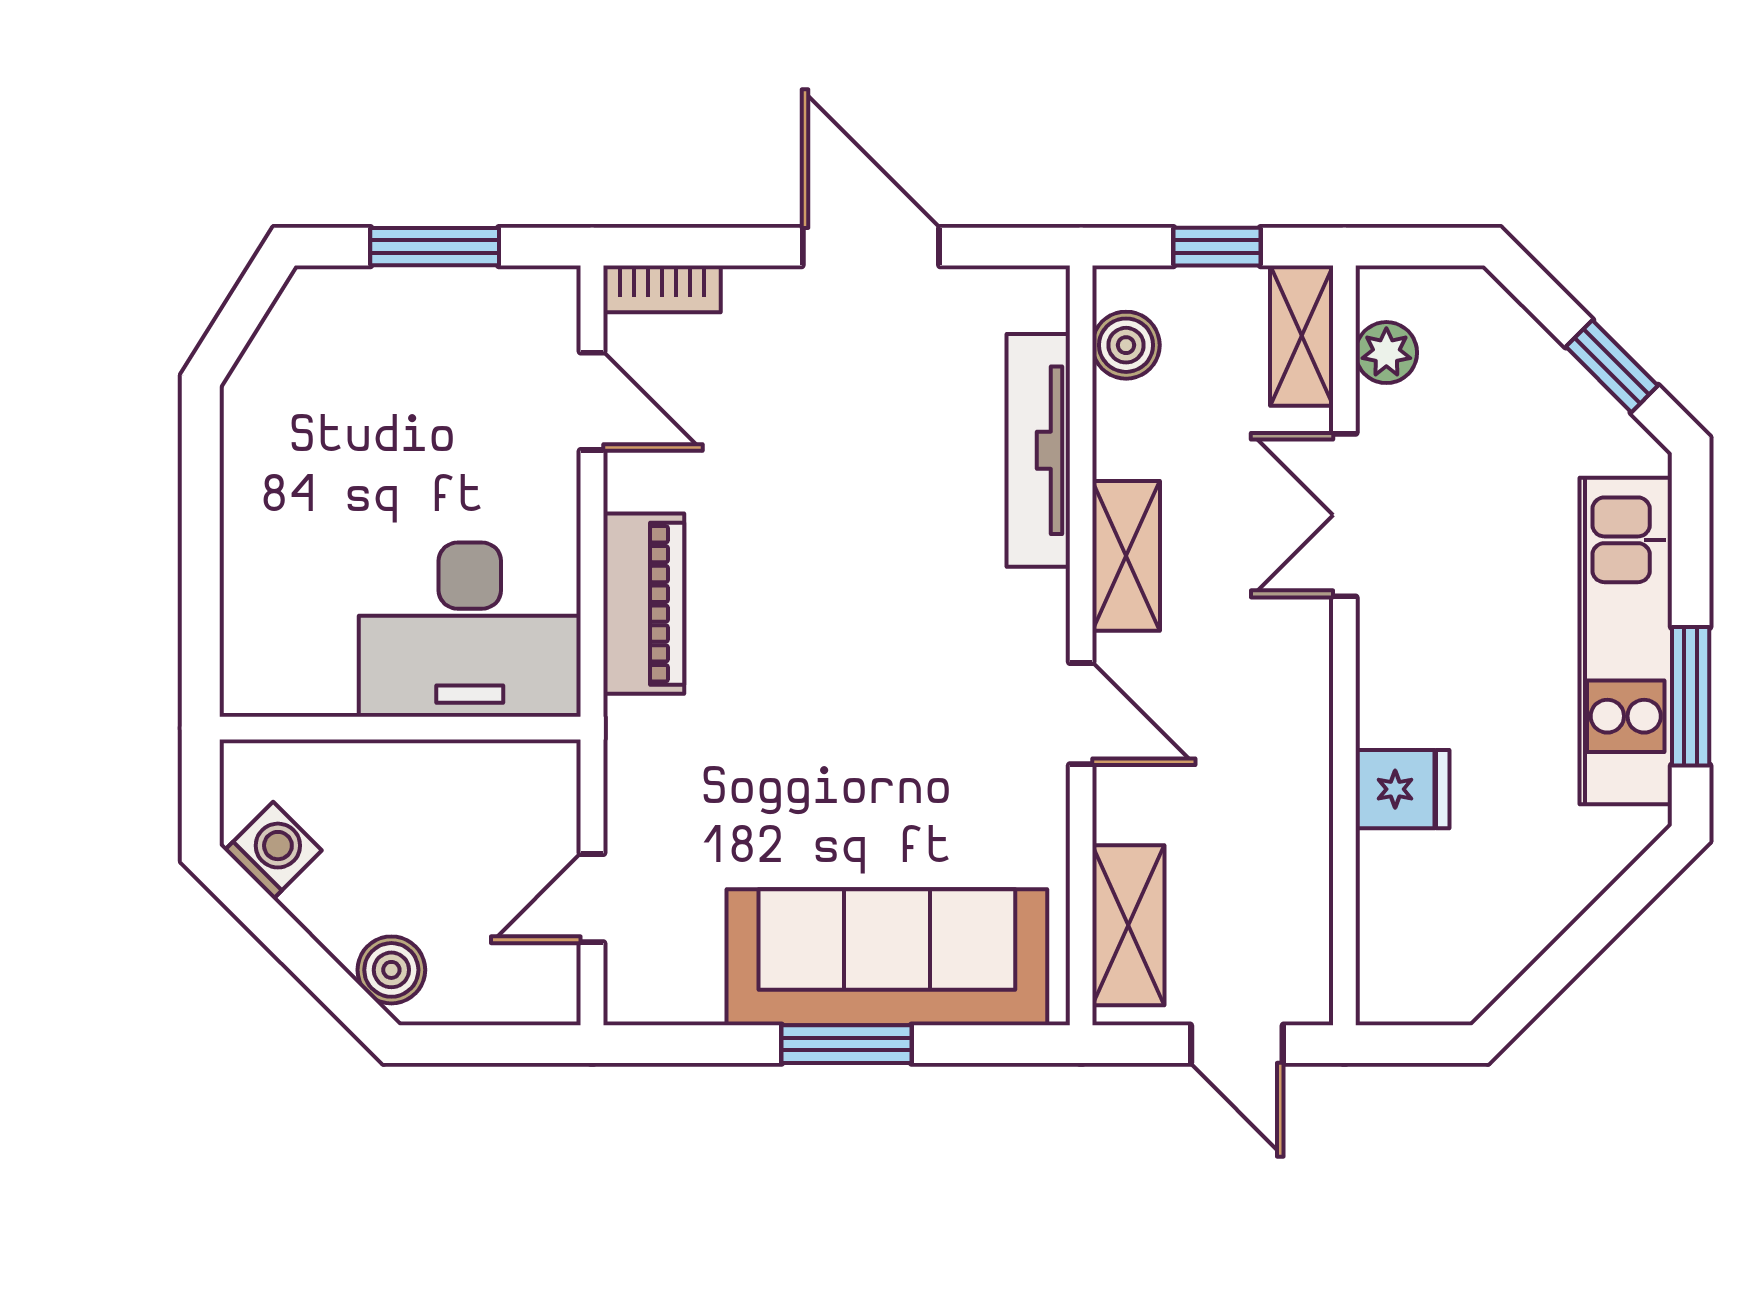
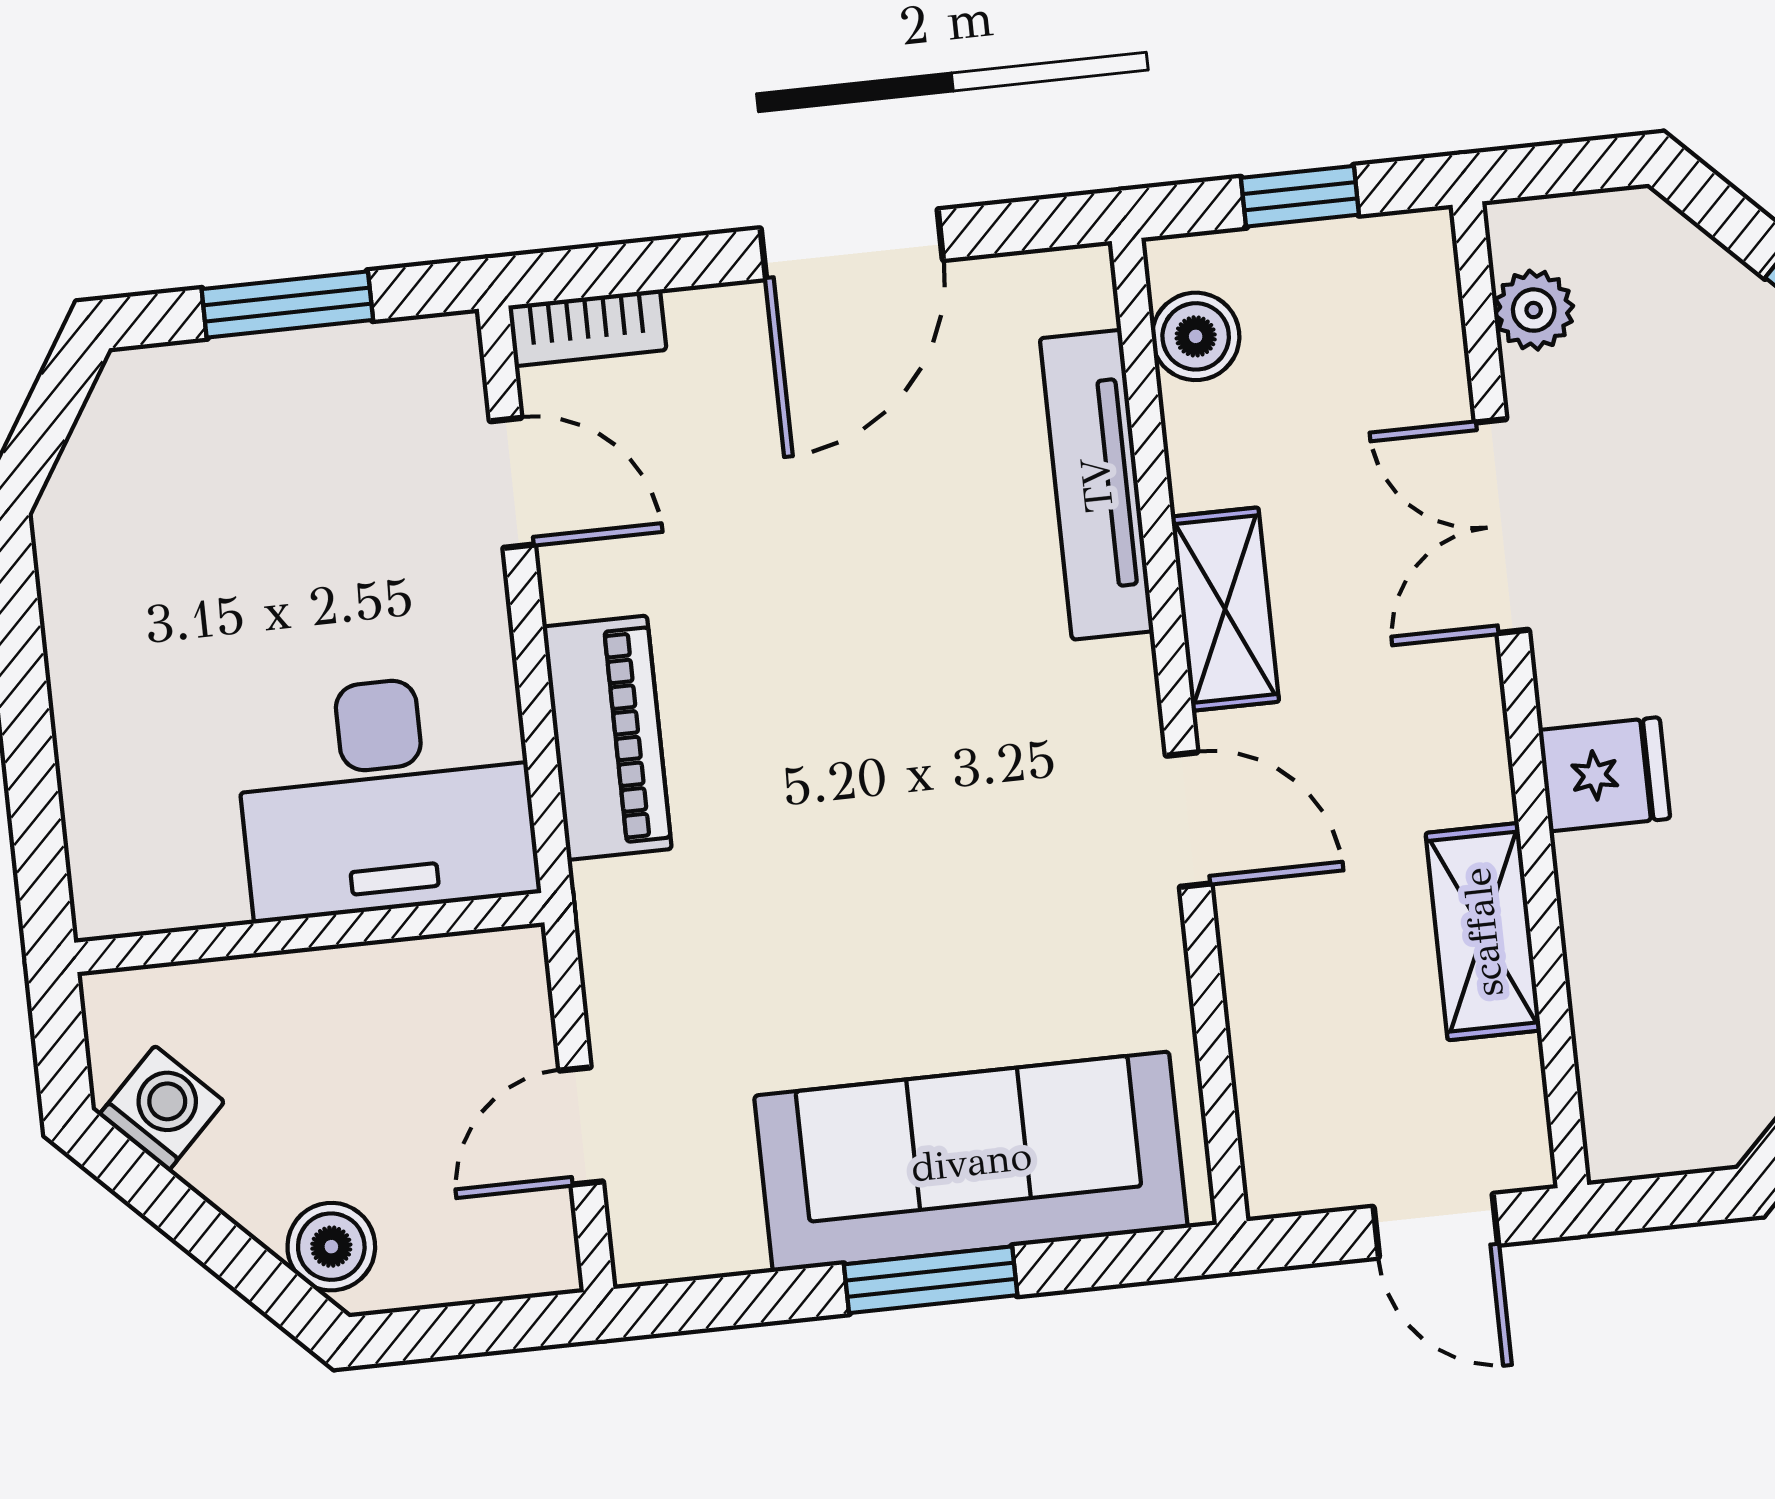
door: (871, 247) -> (852, 244), swing flipped
shelving: (1302, 336) -> (1422, 300), removed
fridge: (1403, 789) -> (1604, 774), moved
shelving: (1128, 925) -> (1483, 932), moved

